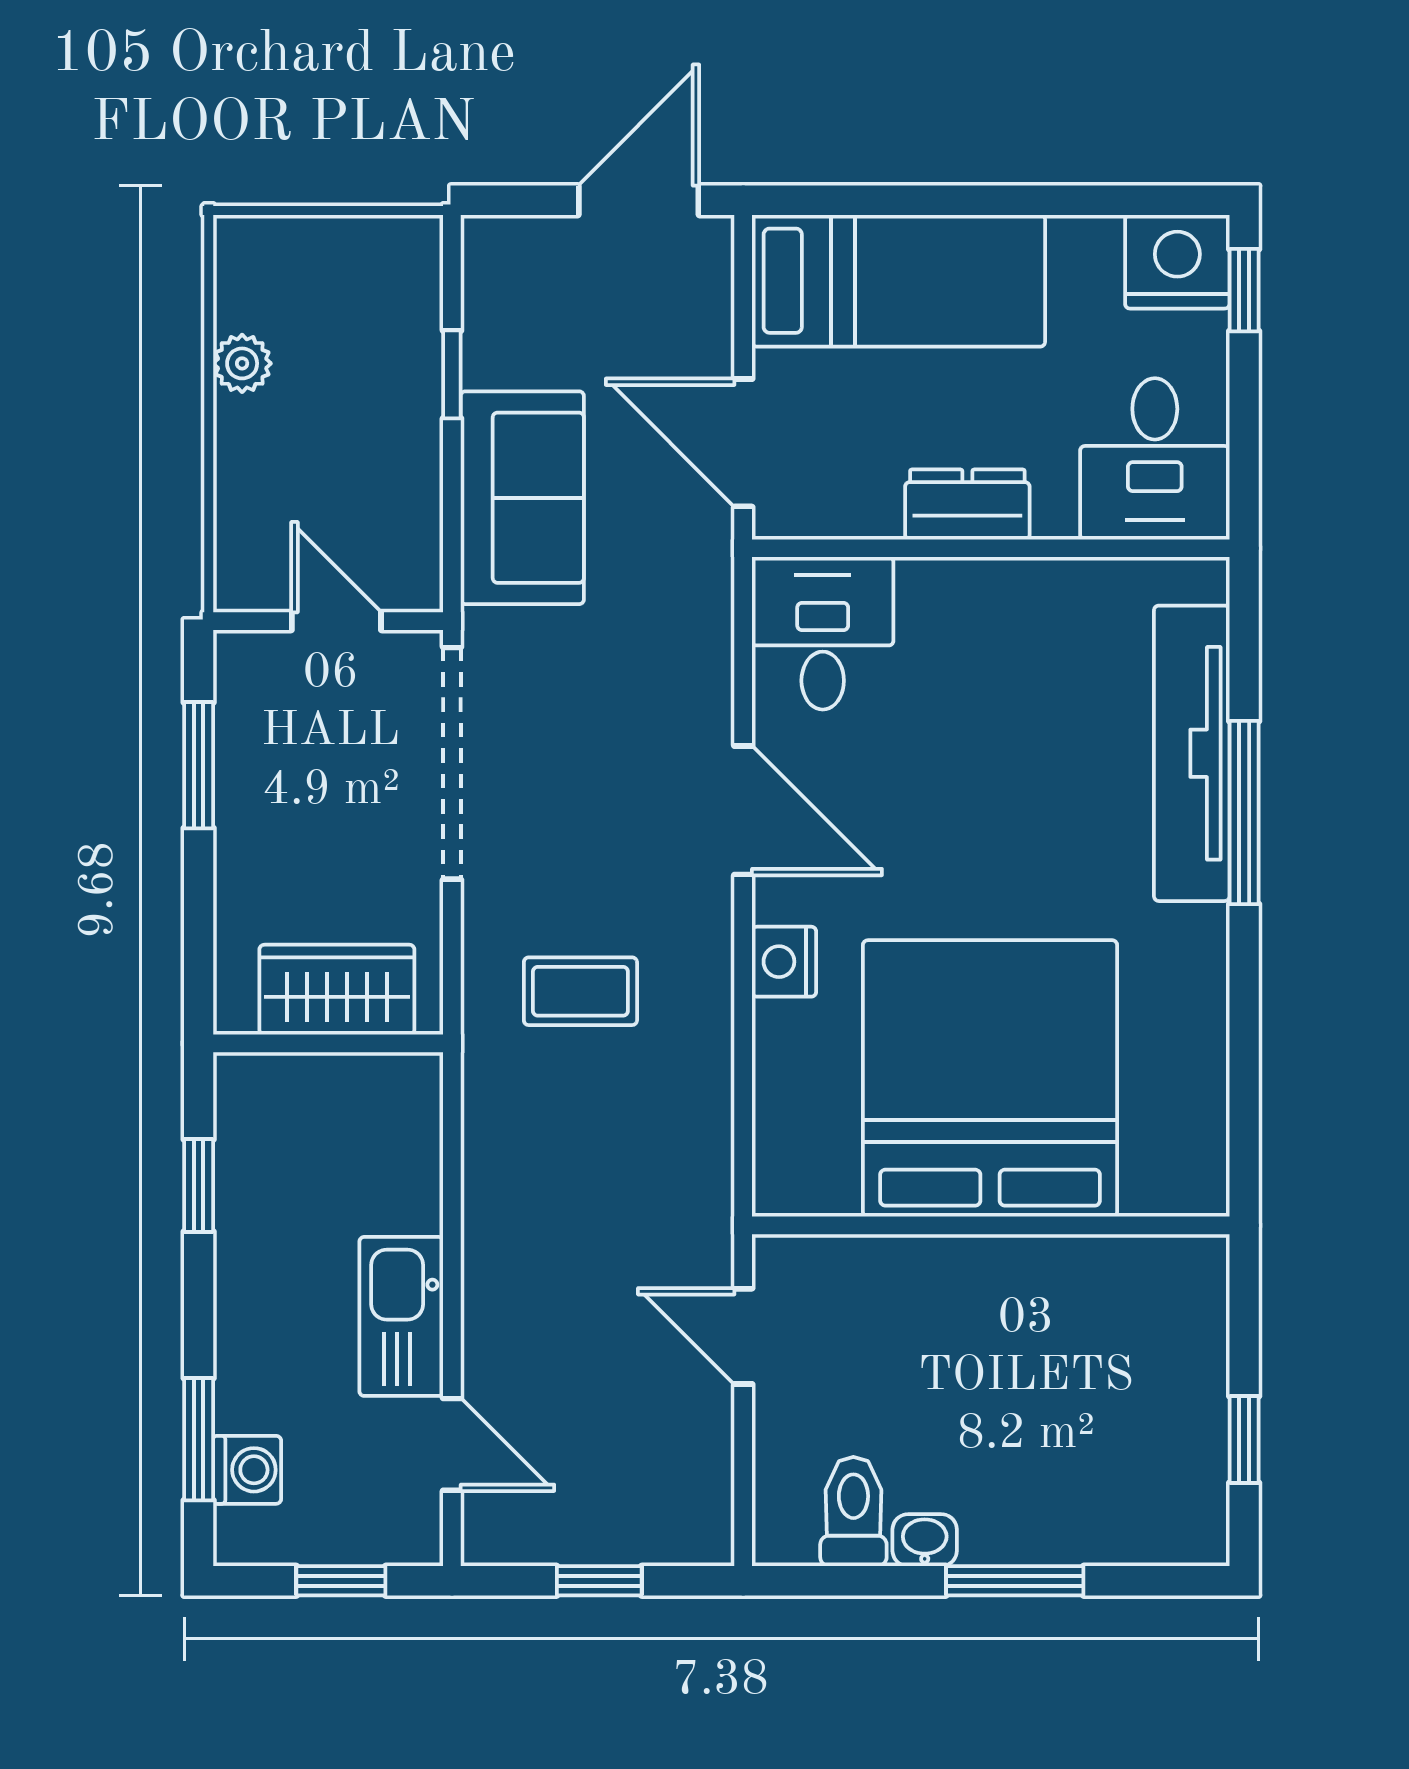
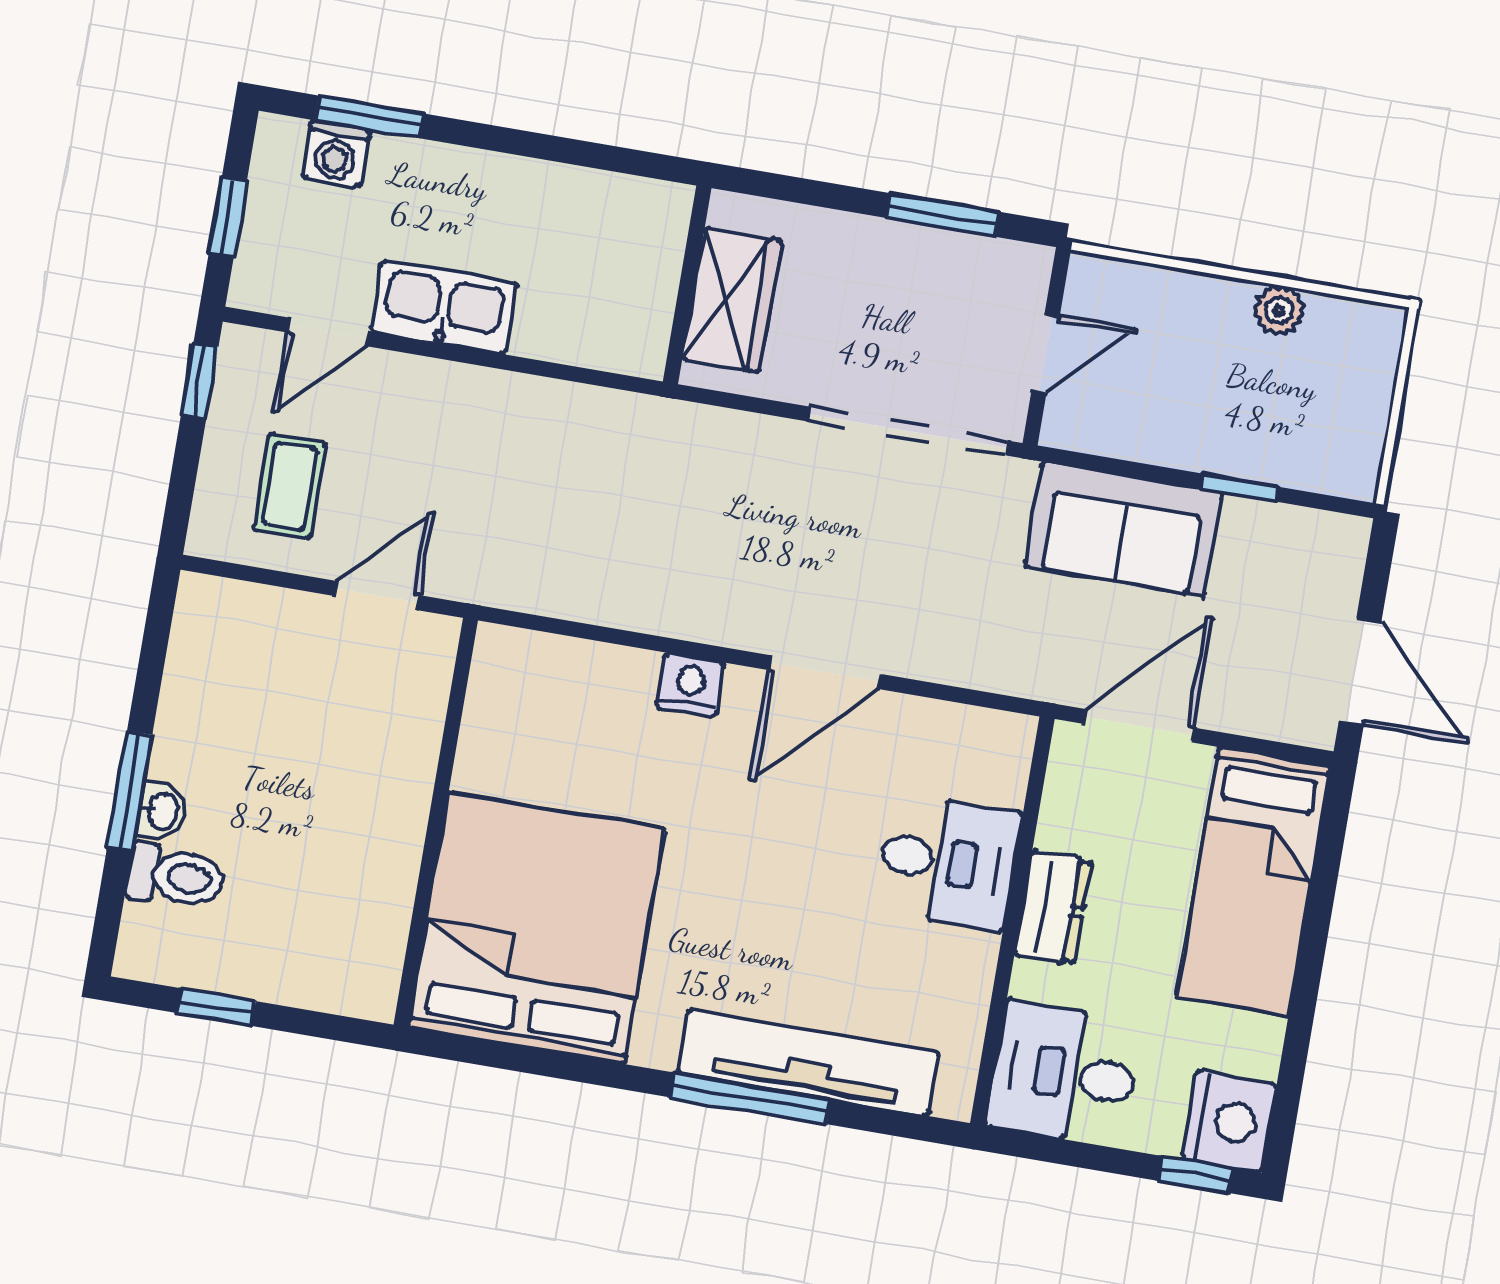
desk: (823, 633) -> (948, 862), moved
coffee table: (580, 991) -> (290, 486), moved
bed: (990, 1078) -> (537, 928), moved, turned -90
window: (199, 1186) -> (585, 154), removed
toilet: (853, 1511) -> (176, 876), moved
washbasin: (925, 1540) -> (162, 811), moved
window: (599, 1581) -> (200, 381), moved

